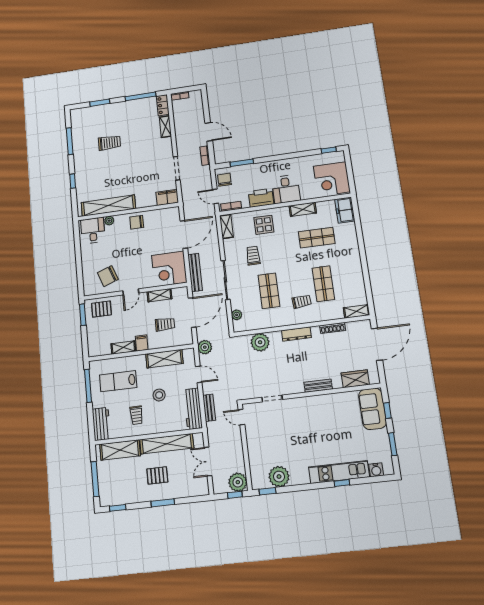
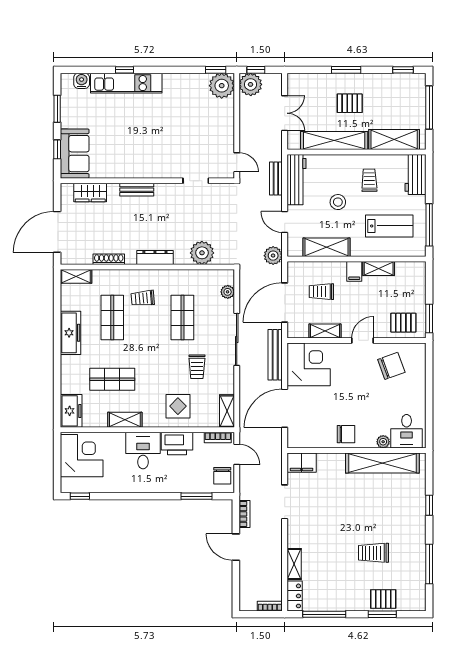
pallet: (100, 113) -> (383, 599), added
freezer: (354, 268) -> (70, 333), added
plant: (279, 477) -> (222, 86), moved

